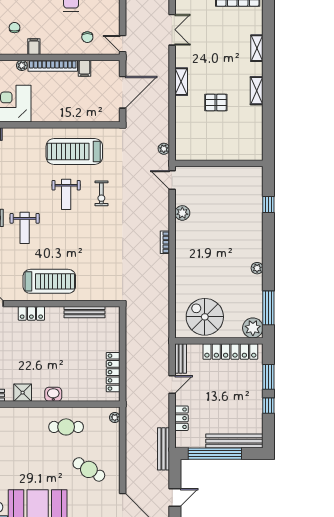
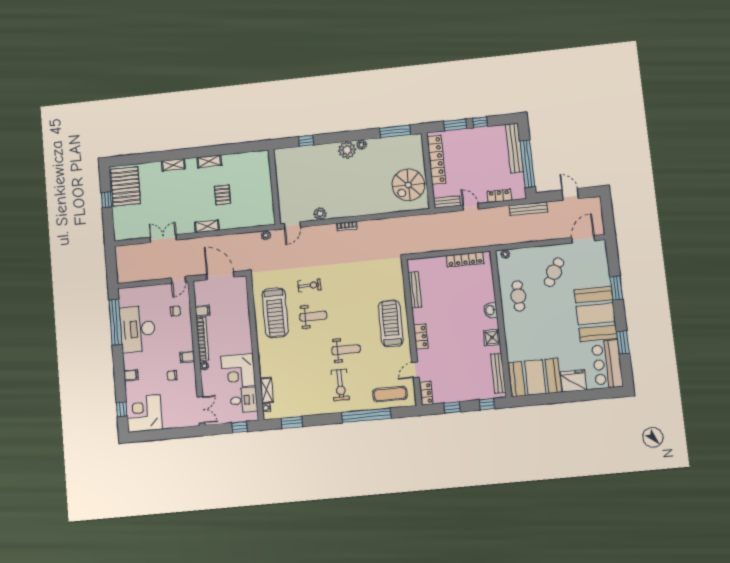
plant: (253, 328) -> (347, 150), moved

